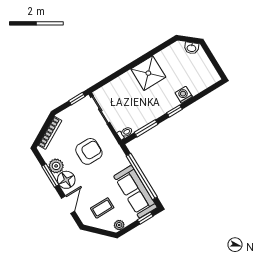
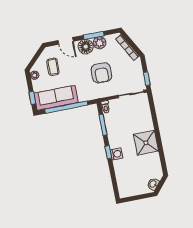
washing machine: (184, 95) -> (116, 154), moved

